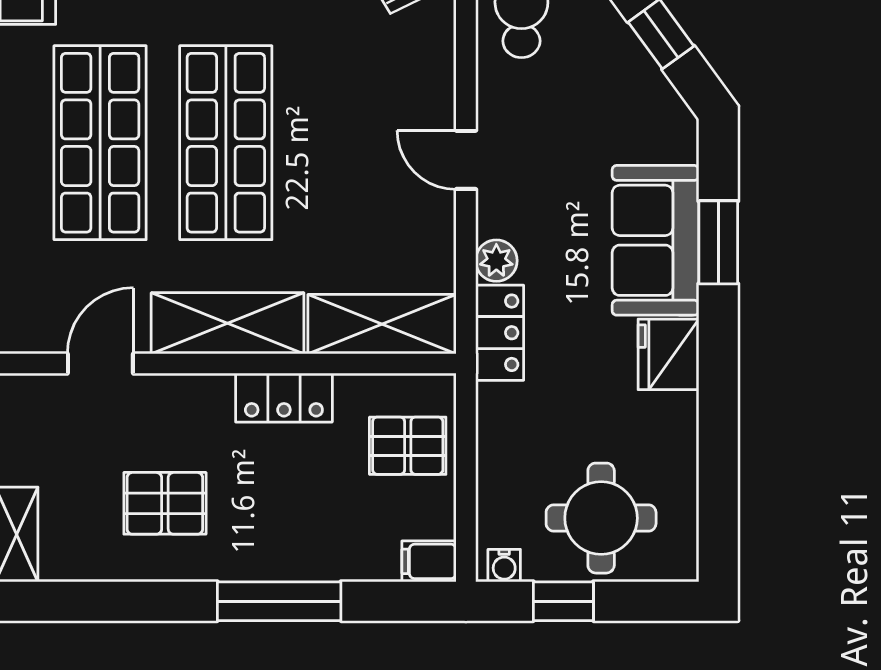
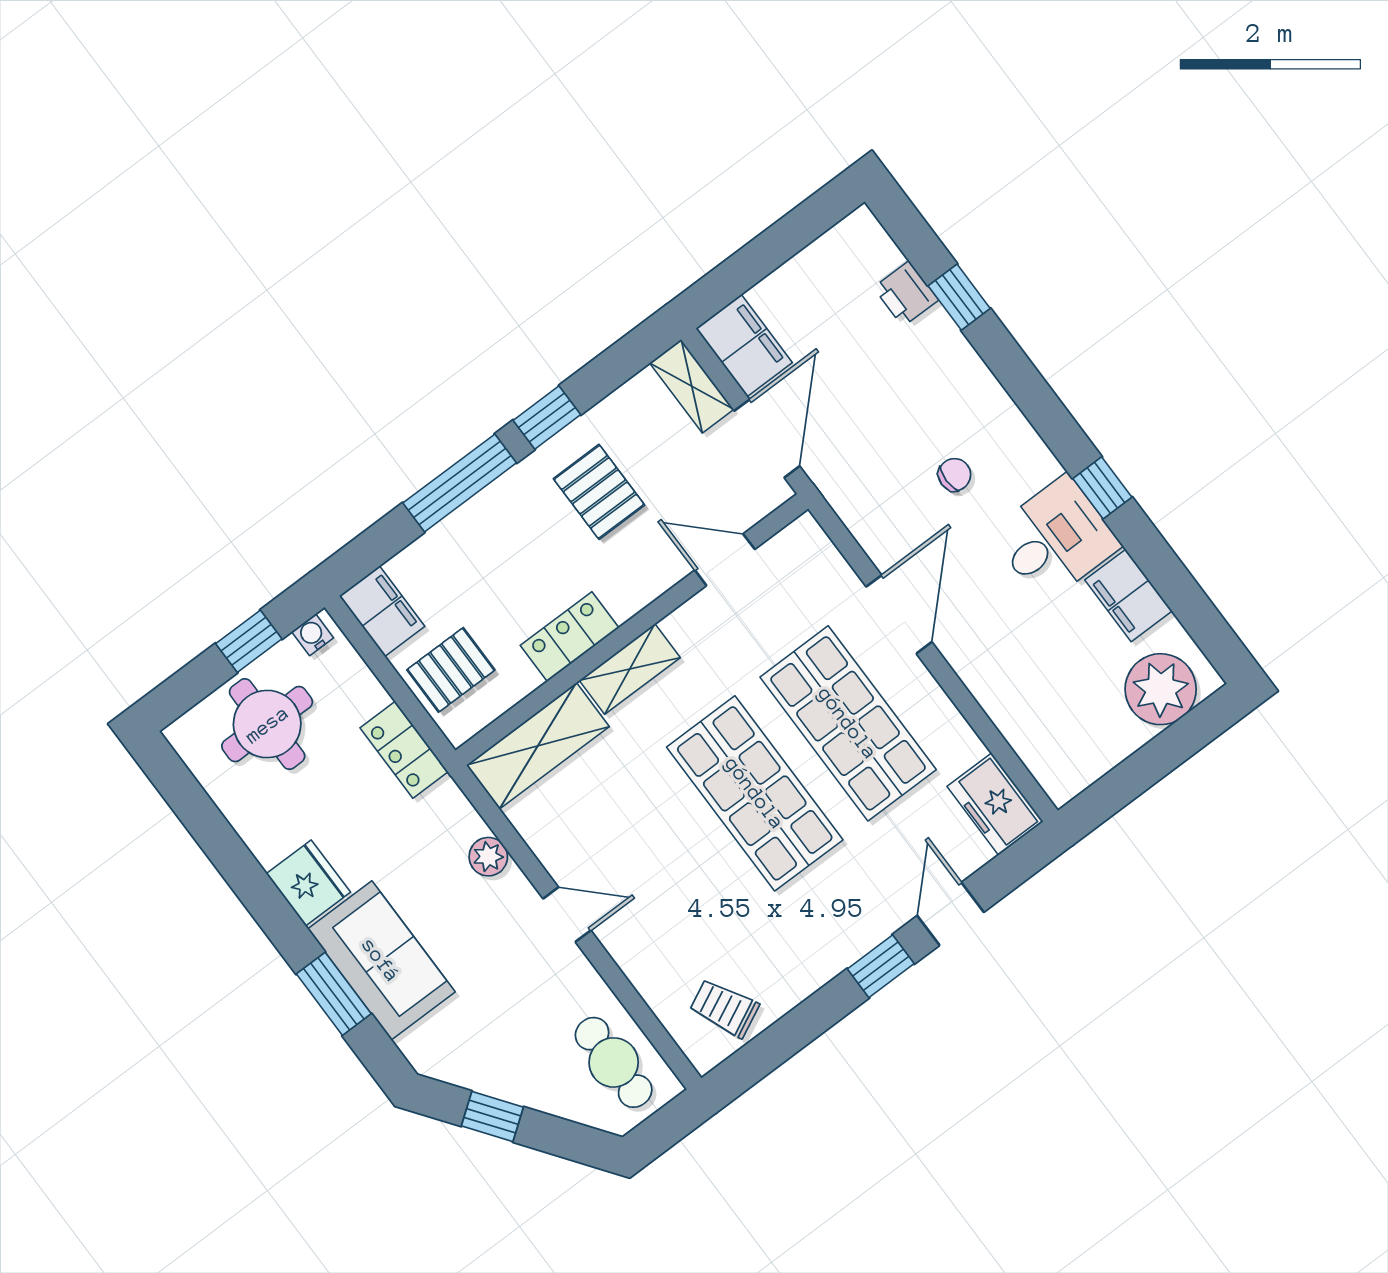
shelving: (228, 323) -> (630, 669), width x0.67, depth x0.75
locker: (500, 333) -> (404, 750), moved
door: (100, 363) -> (725, 560), swing flipped
pallet: (165, 503) -> (599, 492), turned 90
filing cabinet: (429, 561) -> (382, 611), width x2.00
window: (162, 601) -> (547, 417), added

